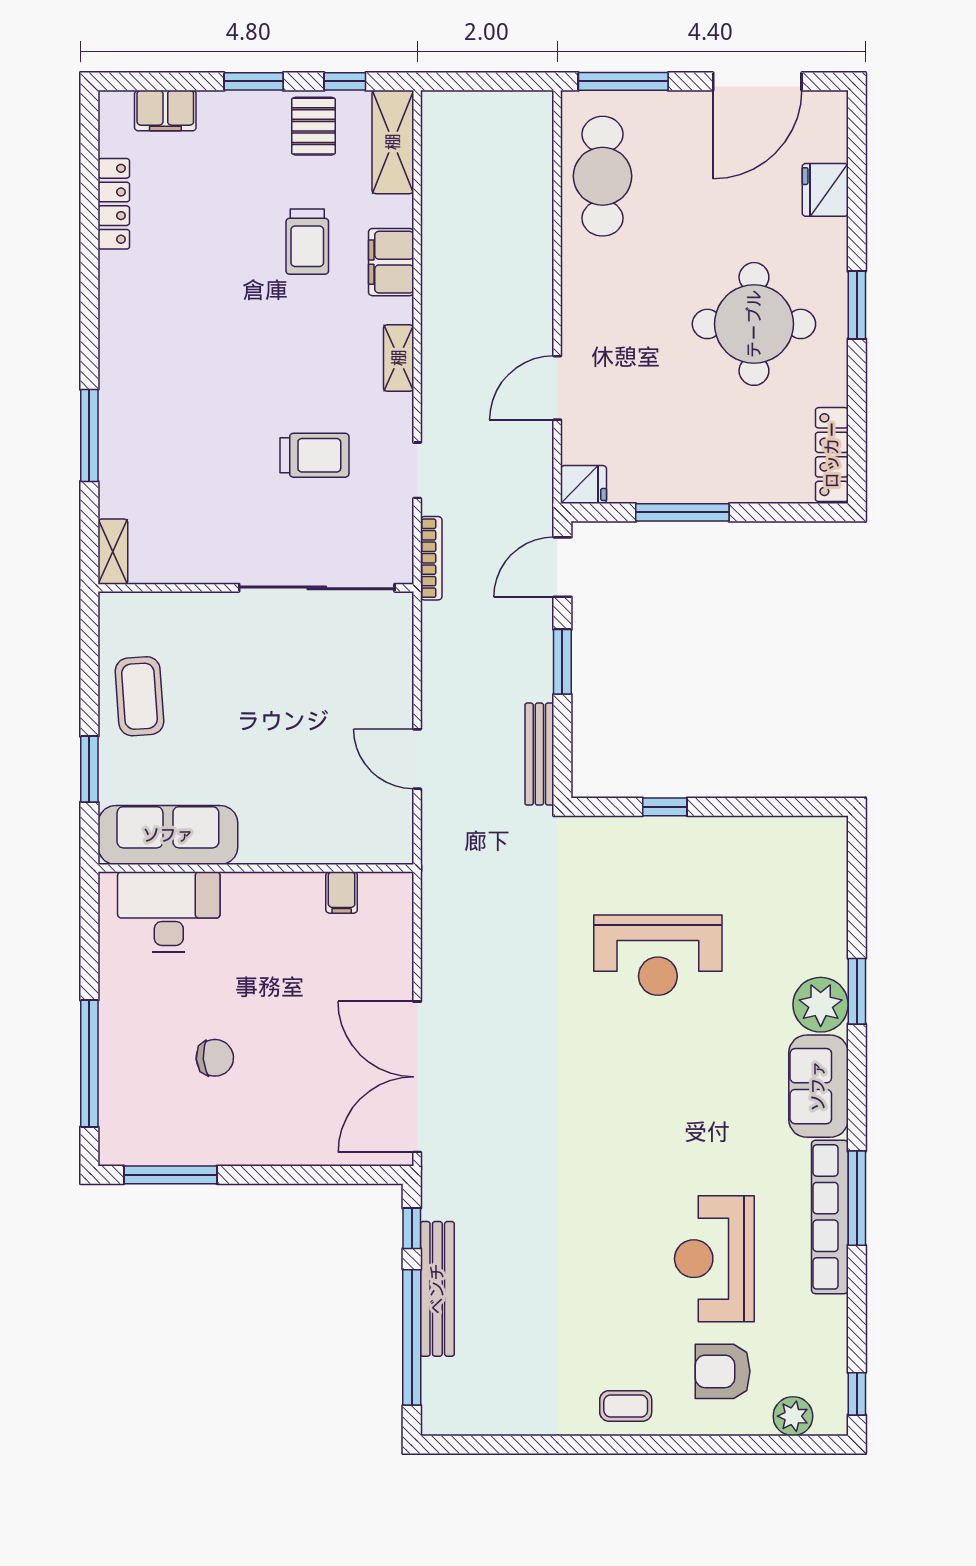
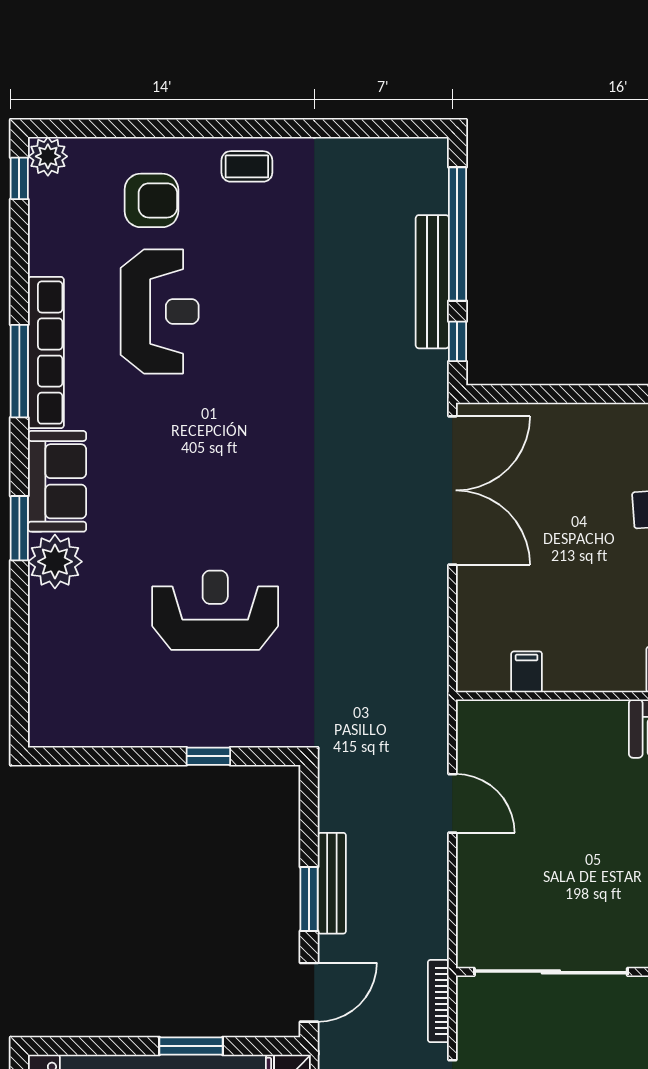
window: (682, 512) -> (191, 1046), width x0.69
bench: (539, 754) -> (332, 883), moved
window: (857, 991) -> (19, 528), moved
plant: (793, 1416) -> (48, 156), moved

